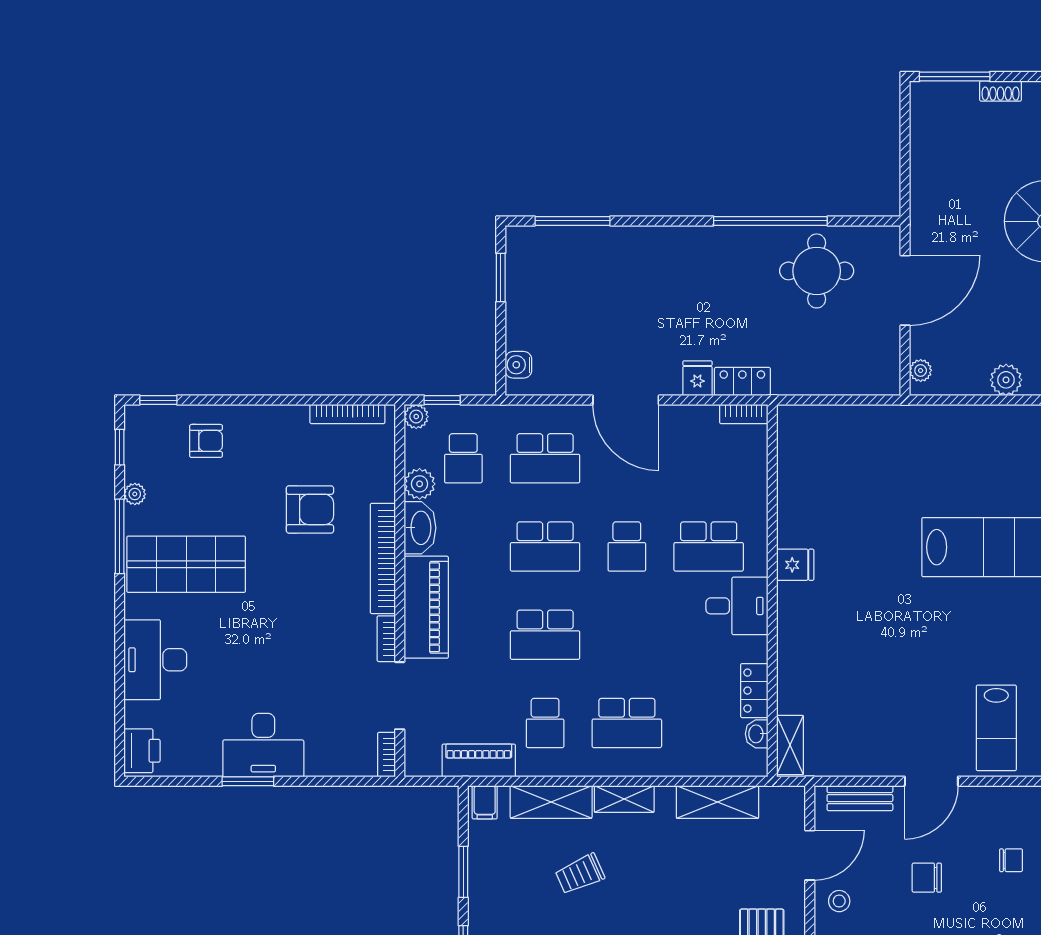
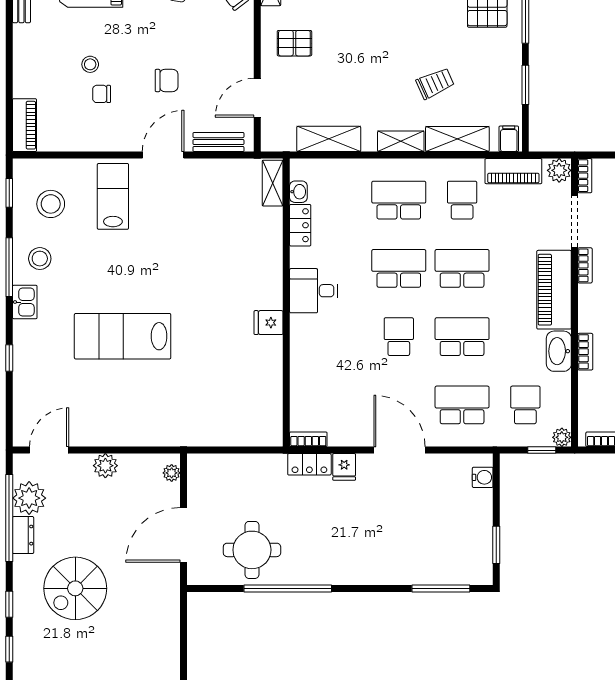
plant: (420, 484) -> (559, 170), moved
school desk: (709, 546) -> (399, 268), moved
bookcase: (383, 558) -> (585, 352), width x0.43, depth x0.76
stool: (839, 901) -> (90, 64), moved

